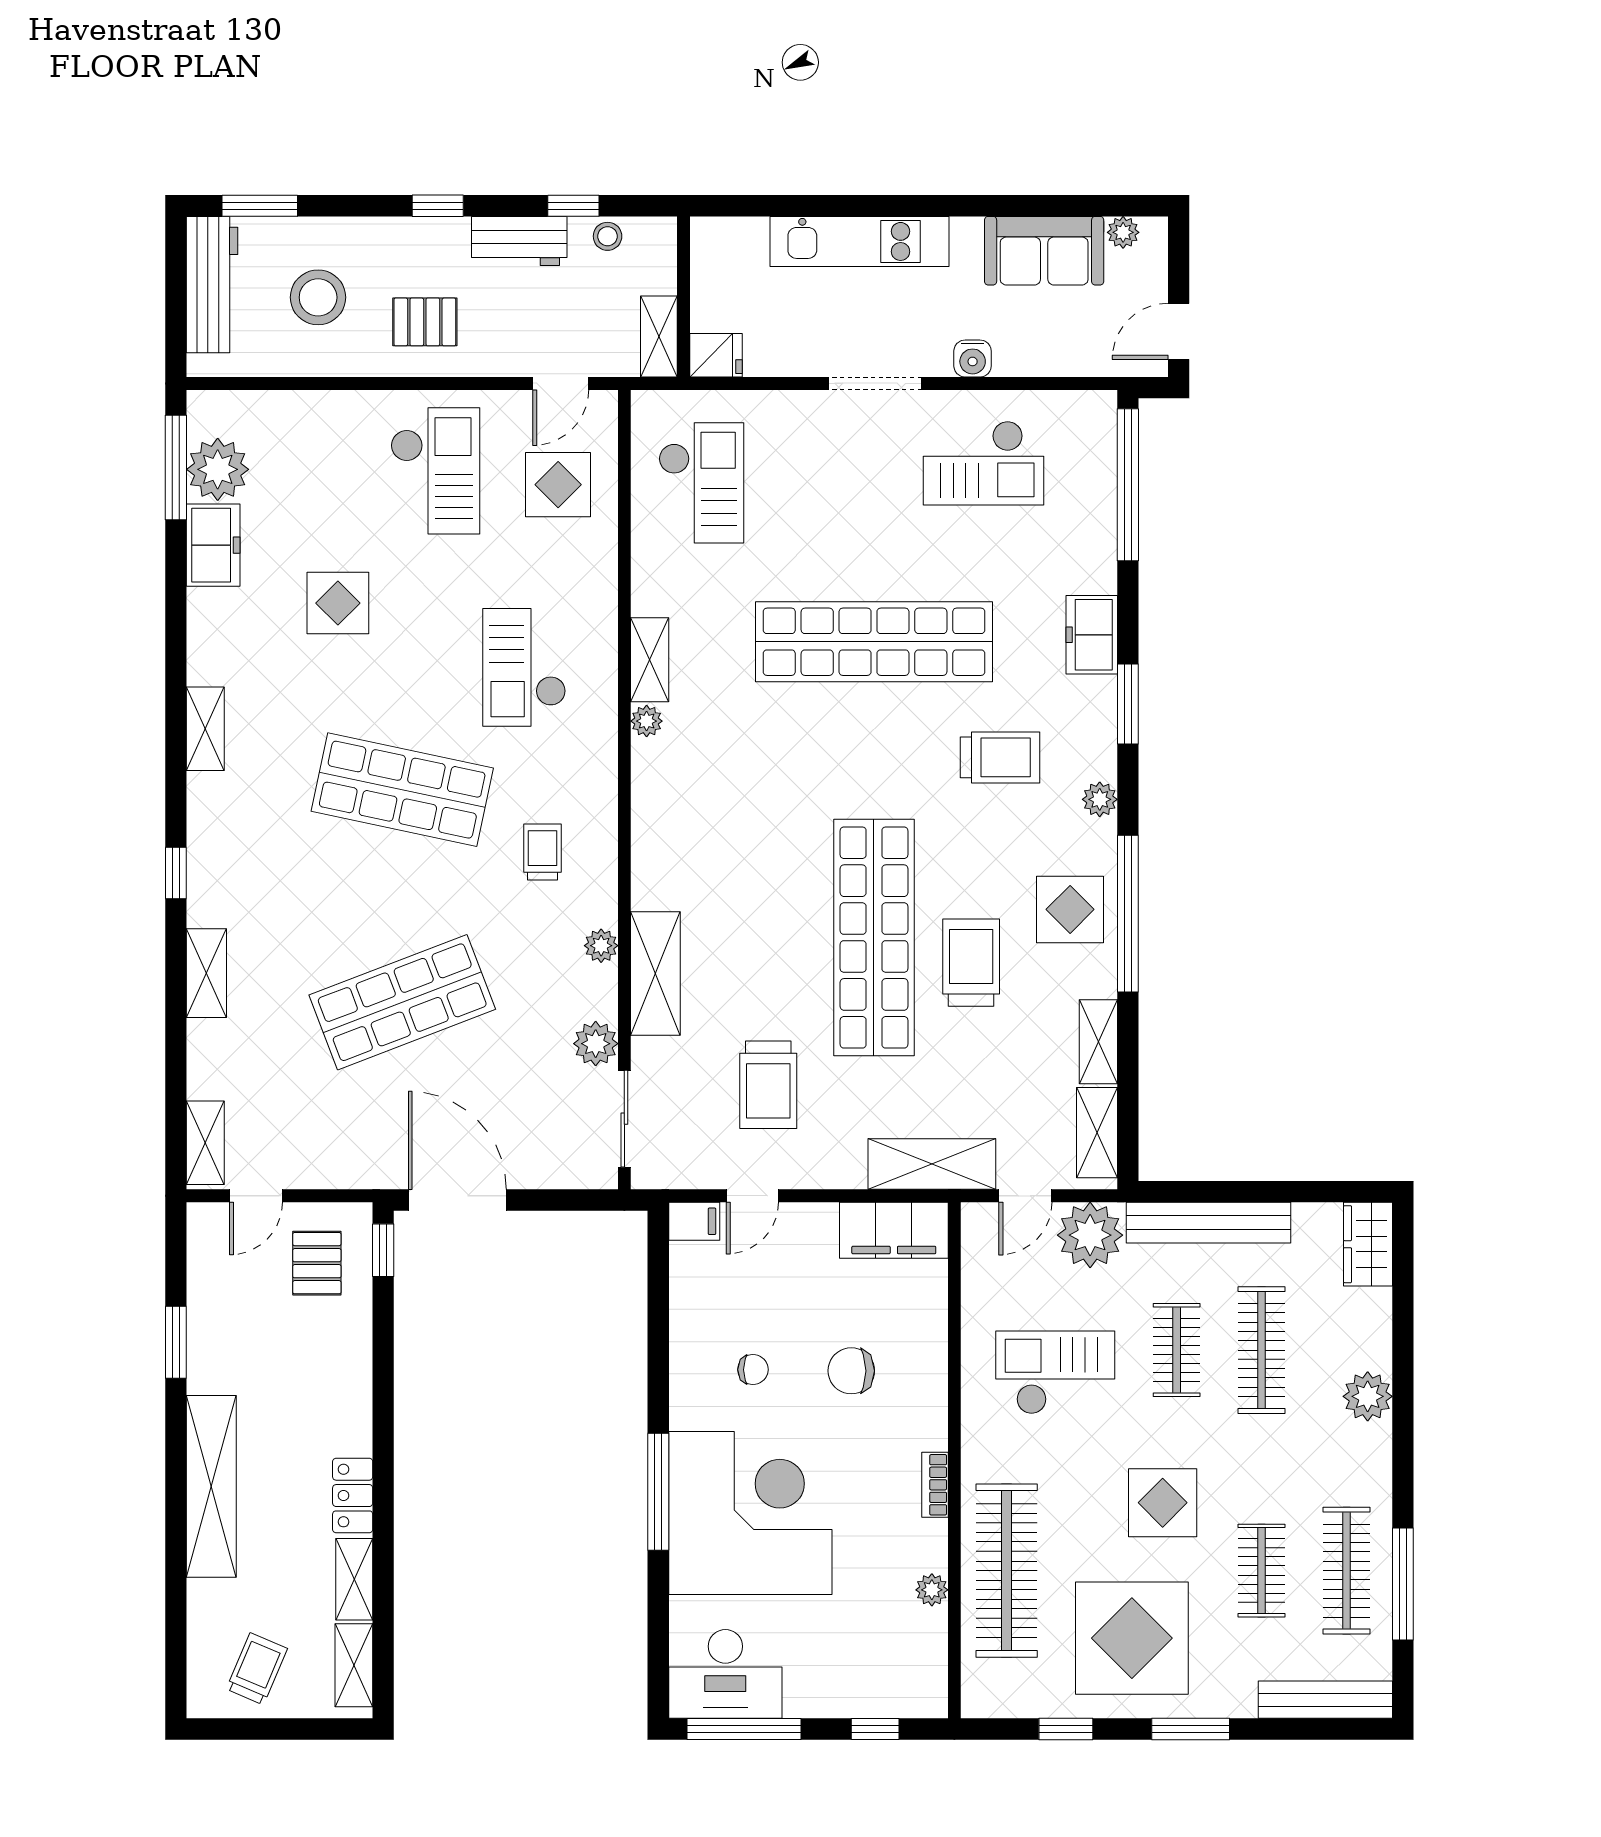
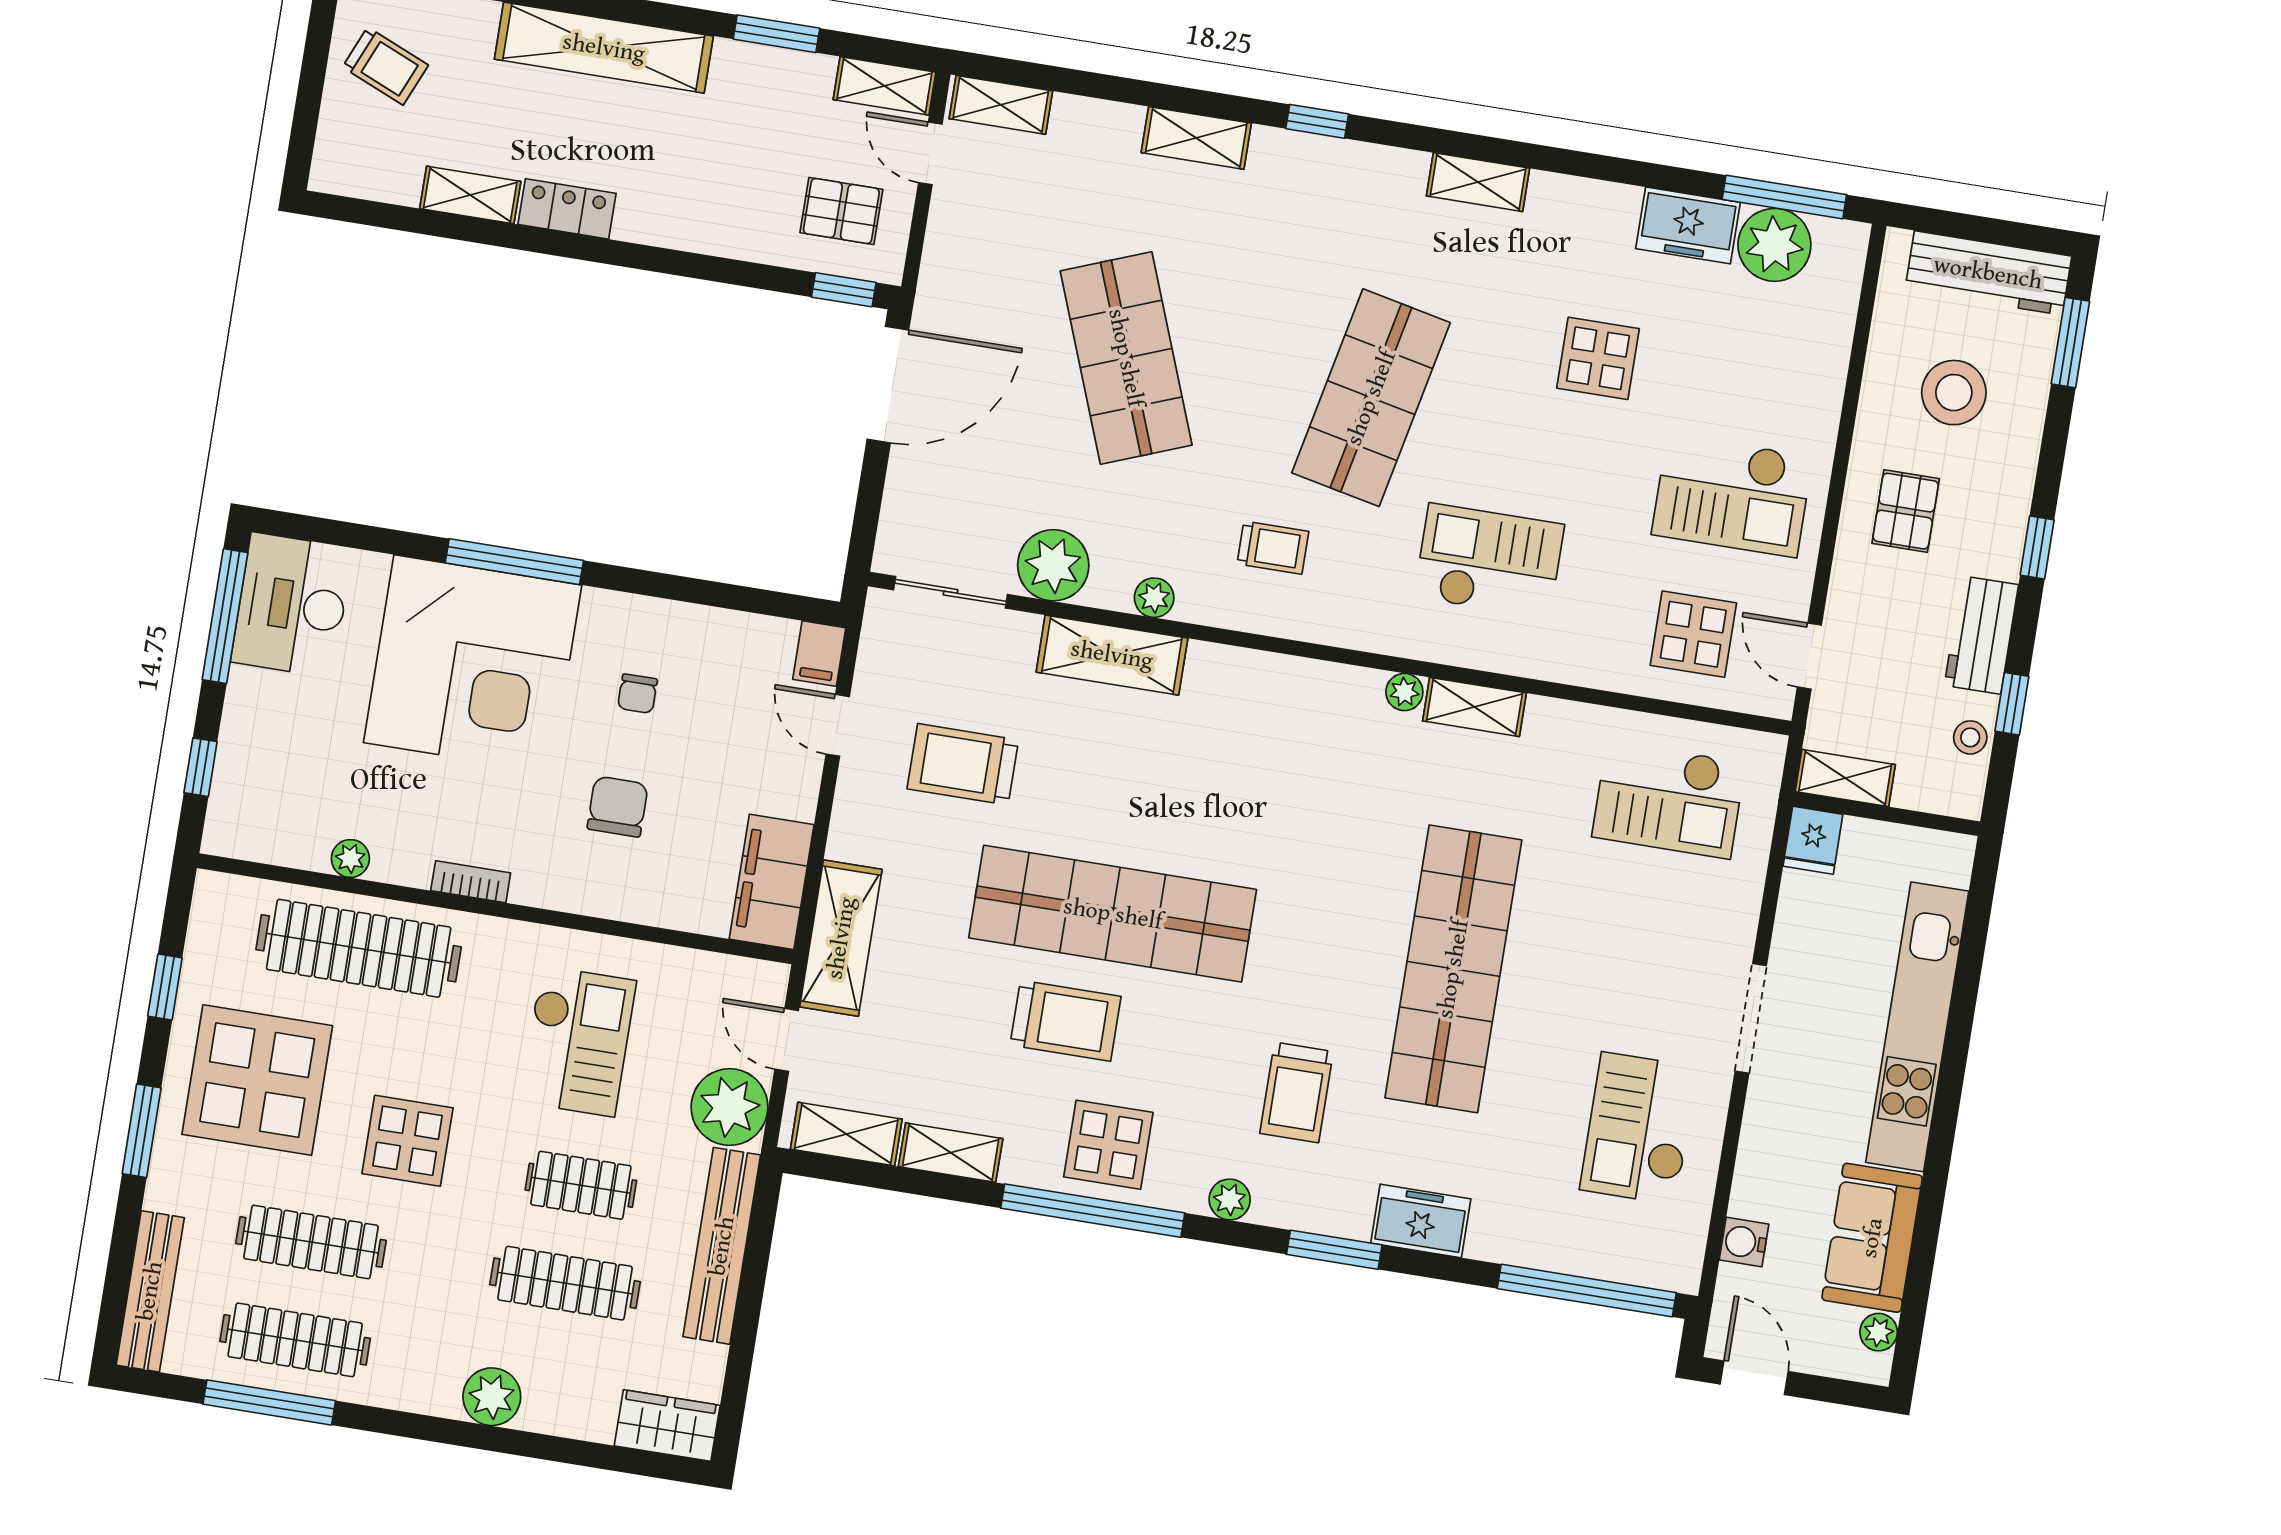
kitchen unit: (859, 241) -> (1917, 1027), width x1.36
water cooler: (973, 359) -> (1744, 1242), moved
plant: (596, 1044) -> (1053, 565), width x1.36, depth x1.36
clothes rail: (1262, 1571) -> (311, 1242), width x1.36
shelving: (354, 1665) -> (885, 86), moved

